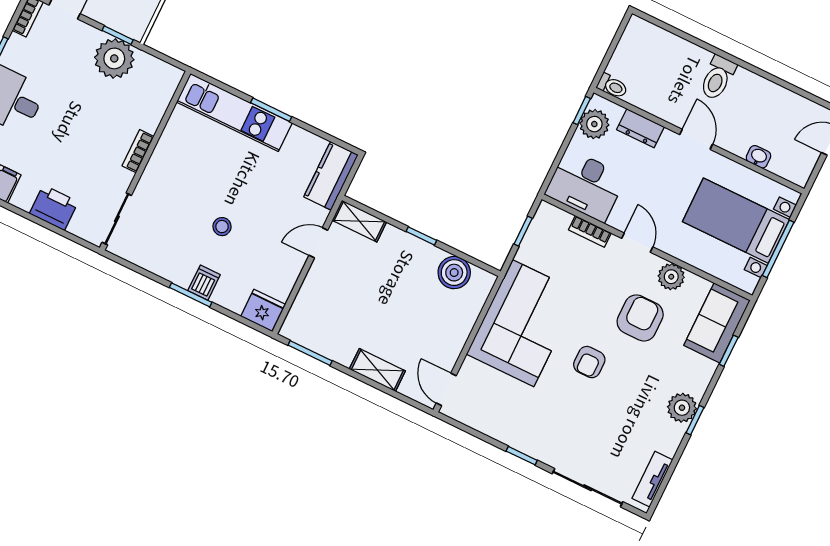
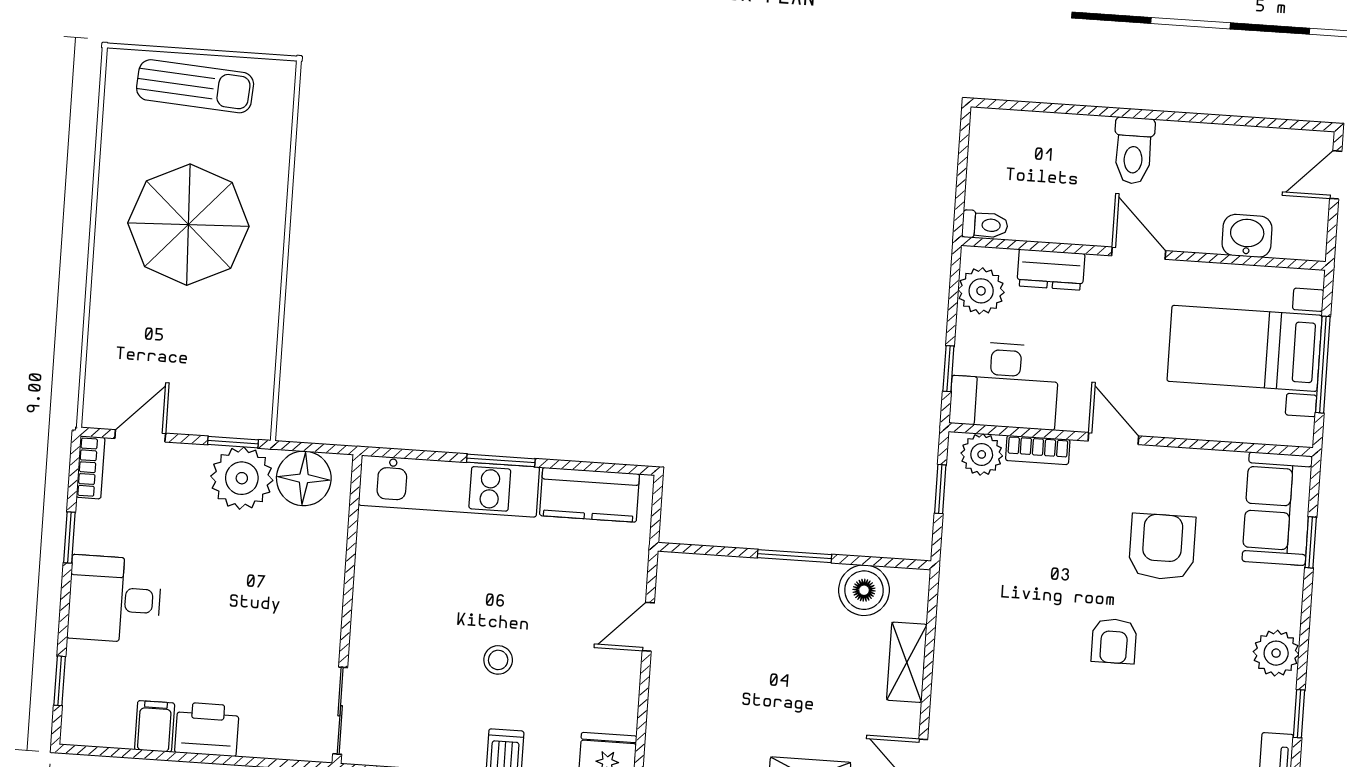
floor lamp: (151, 73) -> (304, 478), added
window: (582, 111) -> (948, 369), moved
bookcase: (138, 151) -> (331, 599), removed
washbasin: (758, 157) -> (1247, 236), width x1.38, depth x1.45
kitchen counter: (331, 176) -> (590, 495), moved, turned -90
printer: (54, 208) -> (207, 729), moved
shelving: (359, 221) -> (907, 662), moved, turned 90
window: (421, 236) -> (795, 556), width x1.50
plant: (671, 277) -> (982, 454), moved
corner sofa: (523, 323) -> (994, 623), removed
window: (695, 420) -> (1299, 714), moved

